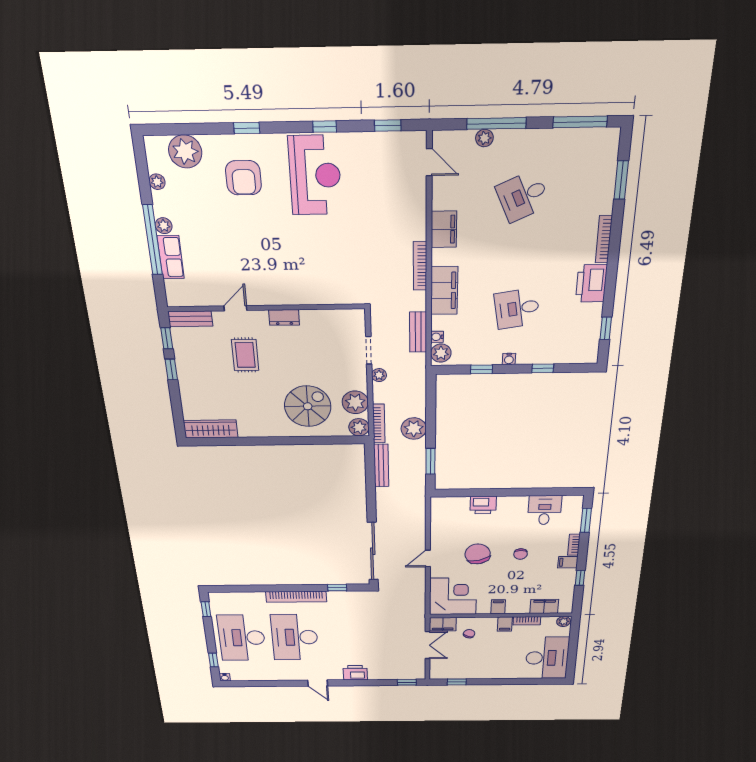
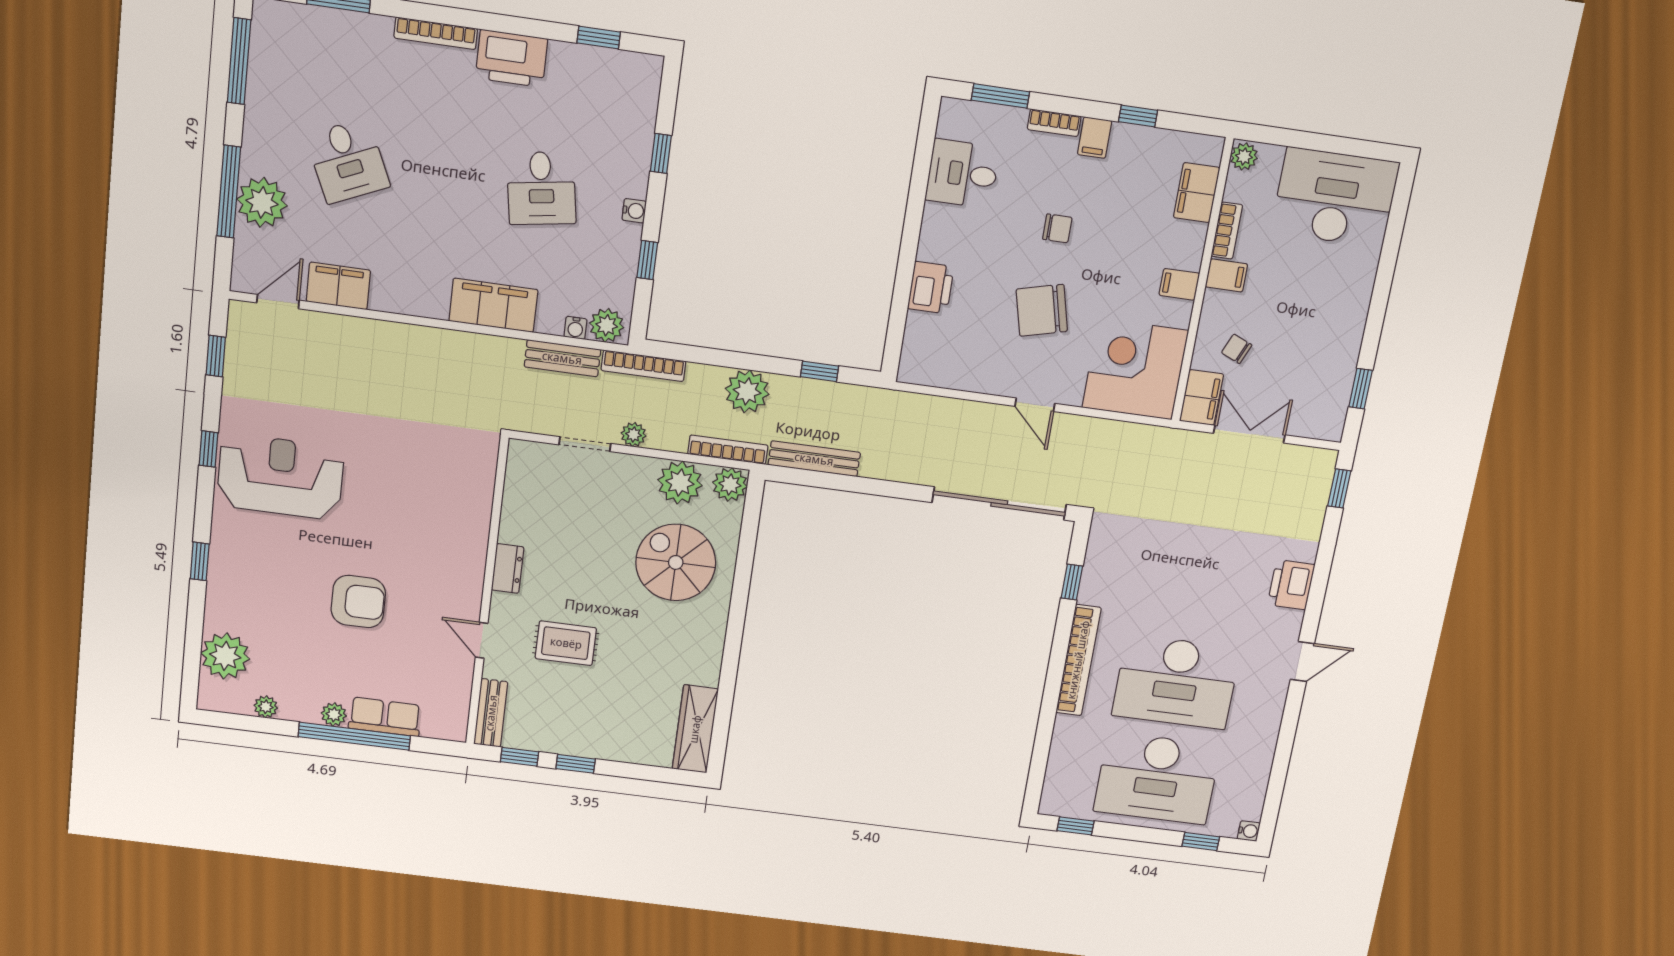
plant: (484, 138) -> (262, 202), width x1.88, depth x1.88
armchair: (243, 178) -> (358, 601), moved
filing cabinet: (444, 229) -> (338, 286), moved
bookcase: (420, 266) -> (643, 366), moved
window: (430, 461) -> (820, 371), width x0.67

